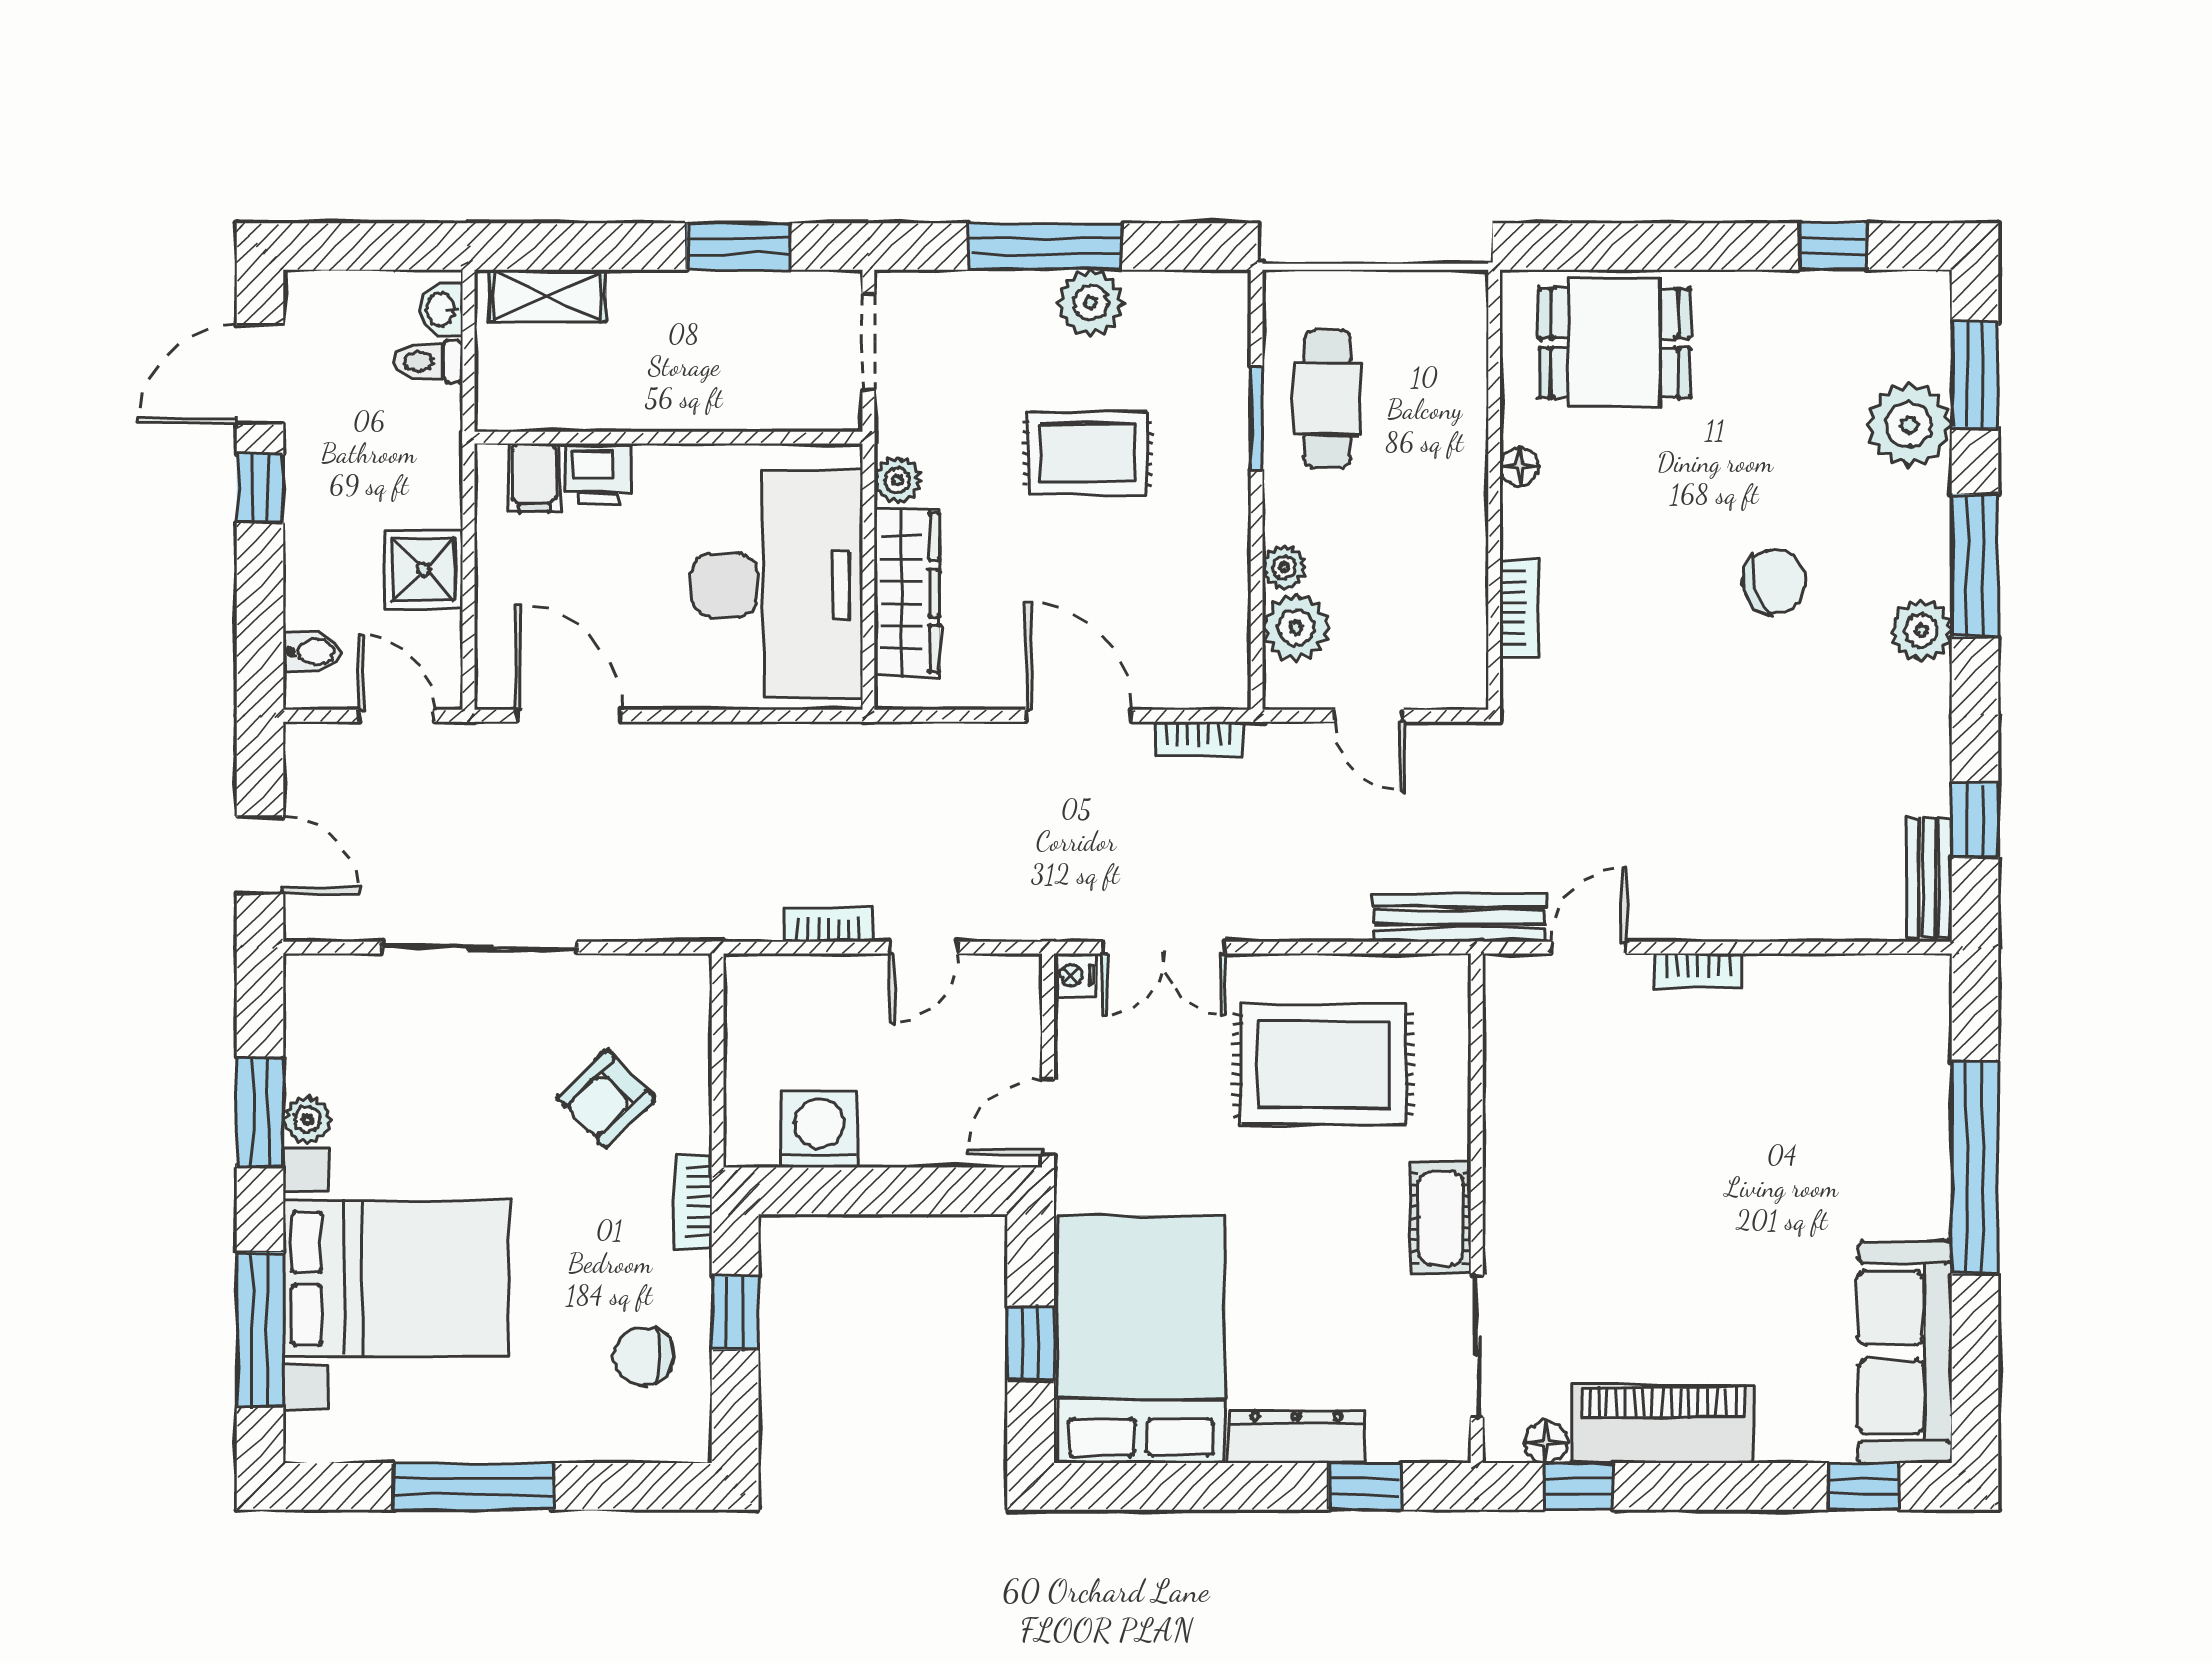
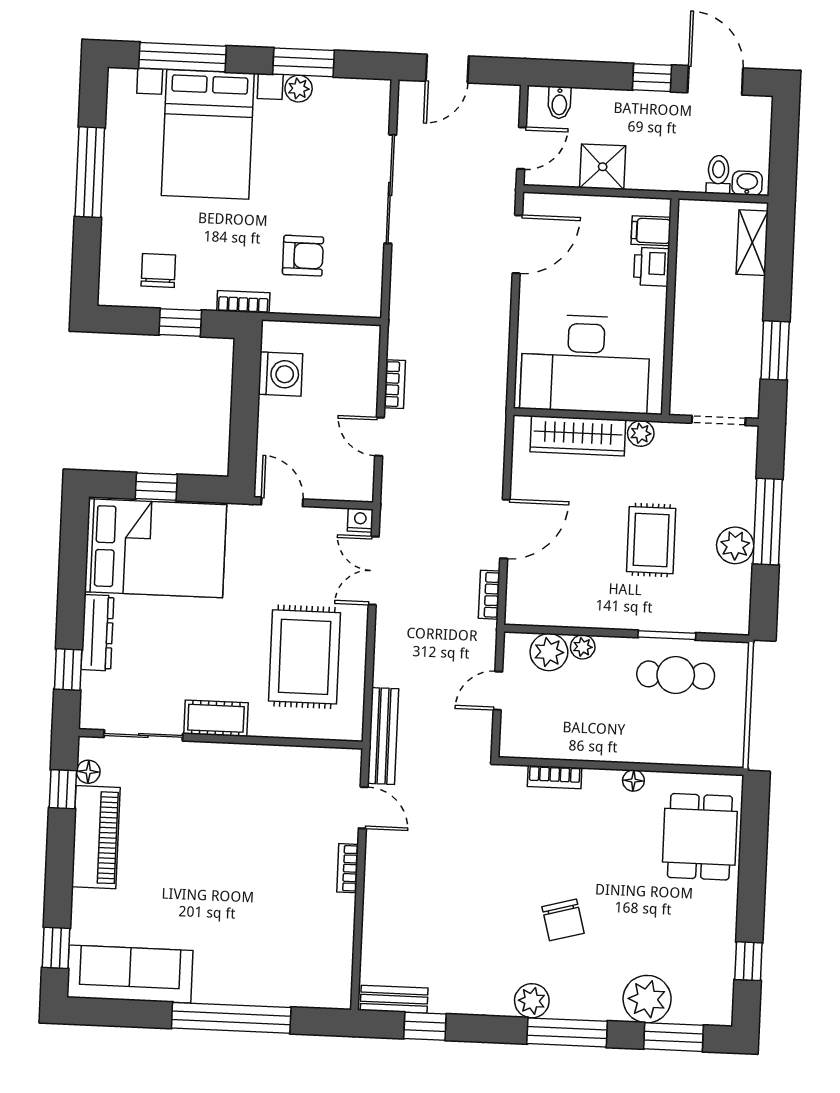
armchair: (606, 1099) -> (303, 256), turned 134

